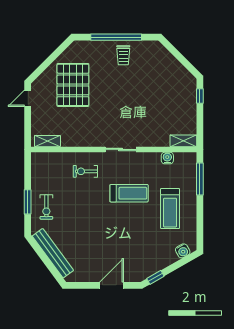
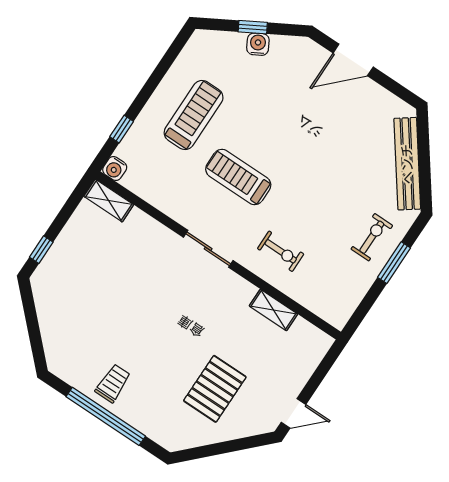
pallet: (73, 85) -> (215, 389), width x0.73, depth x0.71
shelving: (47, 141) -> (273, 310), moved
water cooler: (167, 158) -> (115, 169), moved
window: (200, 179) -> (122, 129), width x0.46
water cooler: (183, 251) -> (258, 44), moved
window: (155, 277) -> (253, 27), moved

